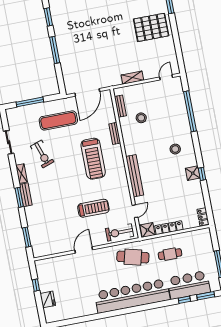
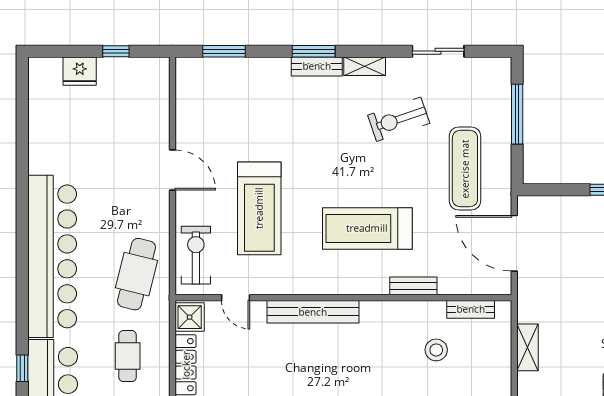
treadmill: (93, 208) -> (259, 208), width x1.37, depth x1.38

